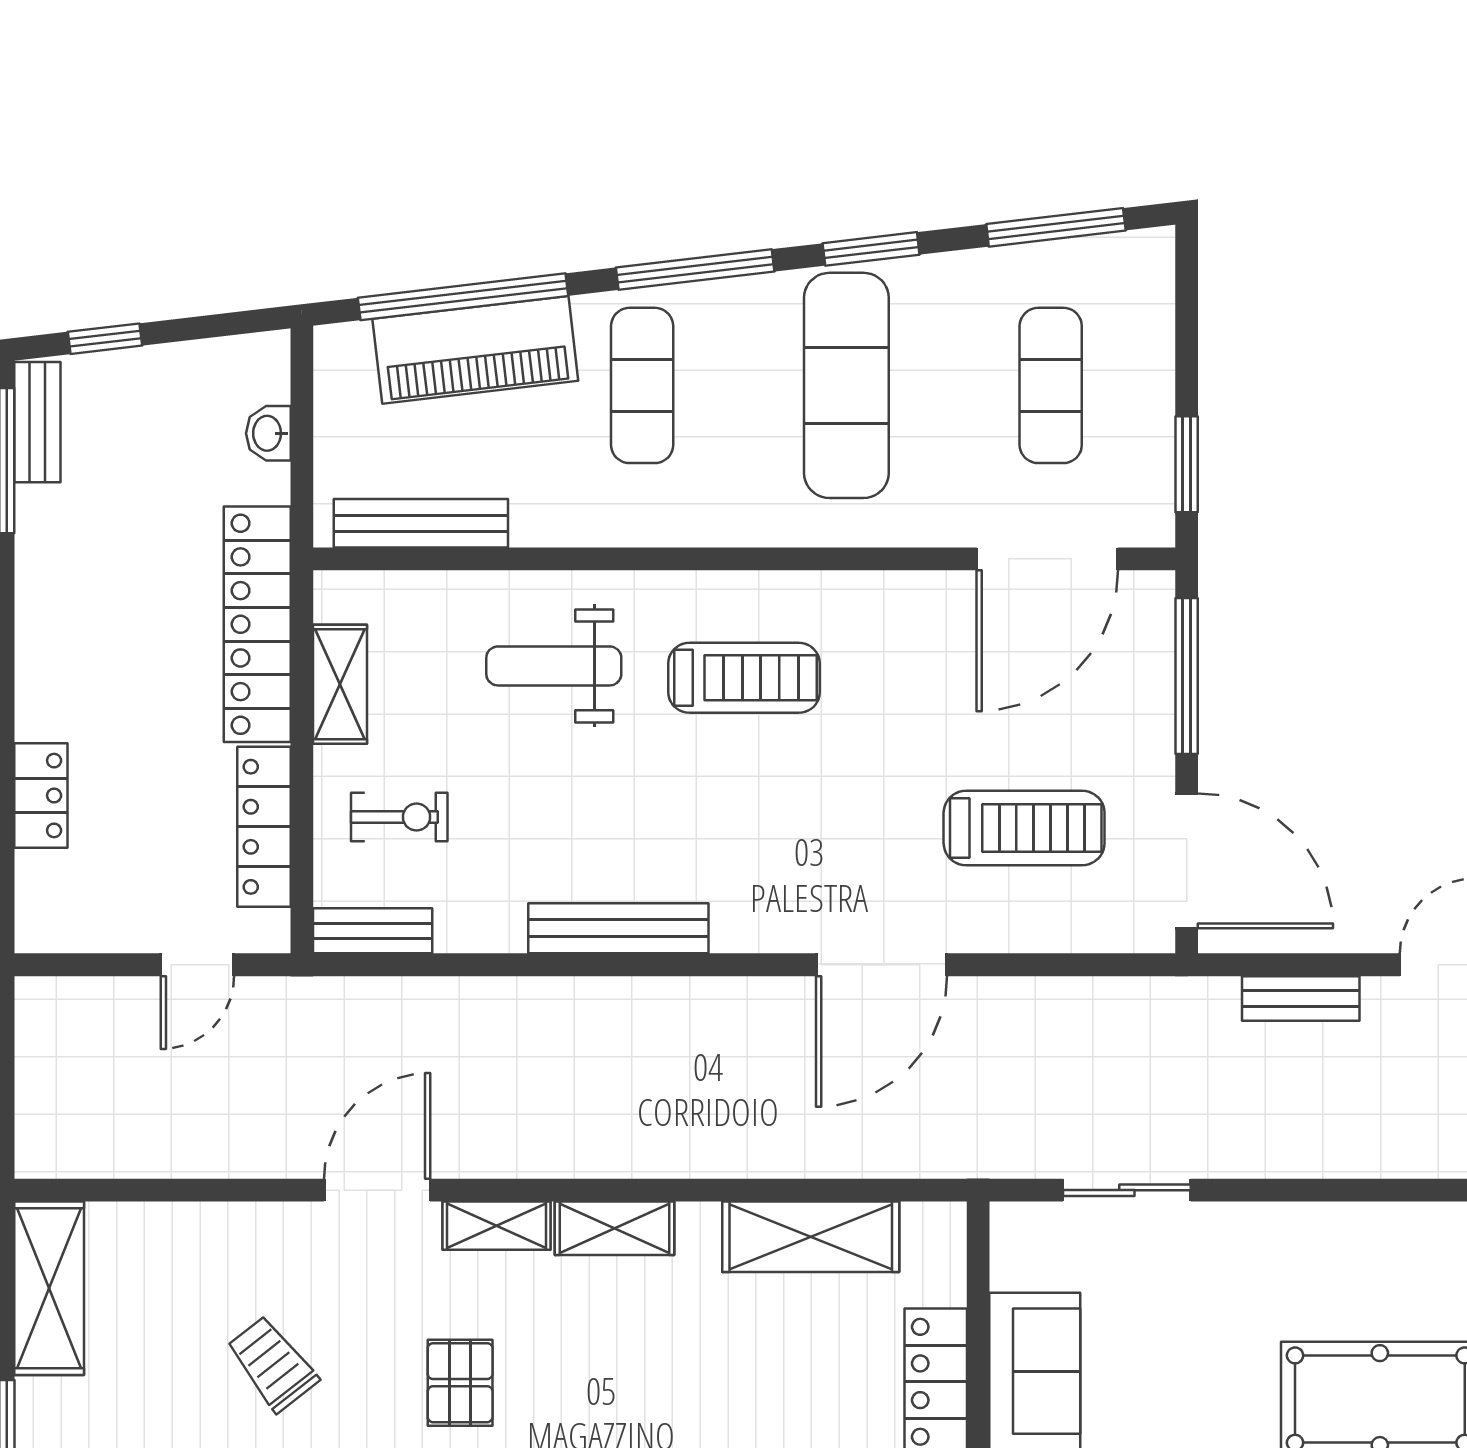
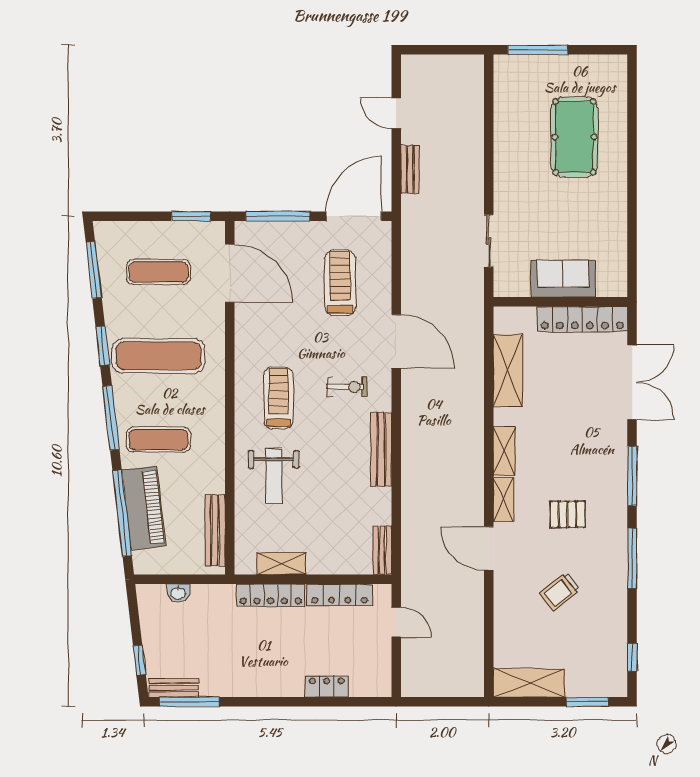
locker: (257, 624) -> (271, 595), width x0.71, depth x0.83
exercise bike: (399, 817) -> (347, 387), moved, turned 90

